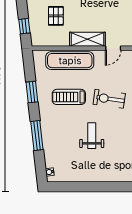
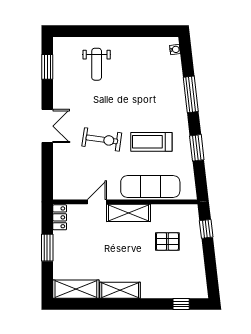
pallet: (56, 16) -> (167, 241), turned 90
treadmill: (69, 97) -> (151, 142), turned 180
weight bench: (92, 136) -> (97, 64), moved

